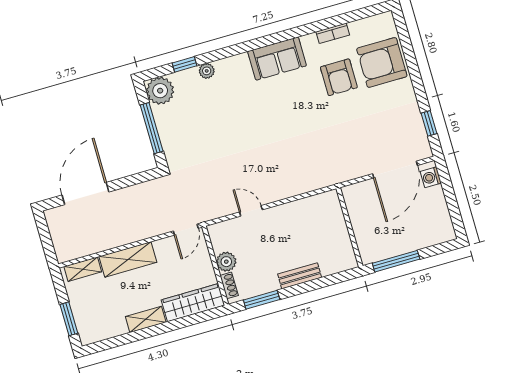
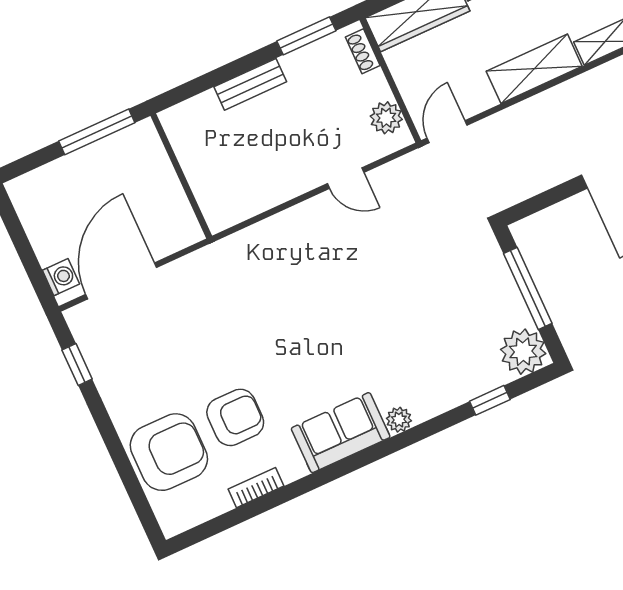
plant: (207, 71) -> (399, 420), moved
armchair: (339, 77) -> (235, 417), turned 90
plant: (226, 262) -> (386, 118), moved

